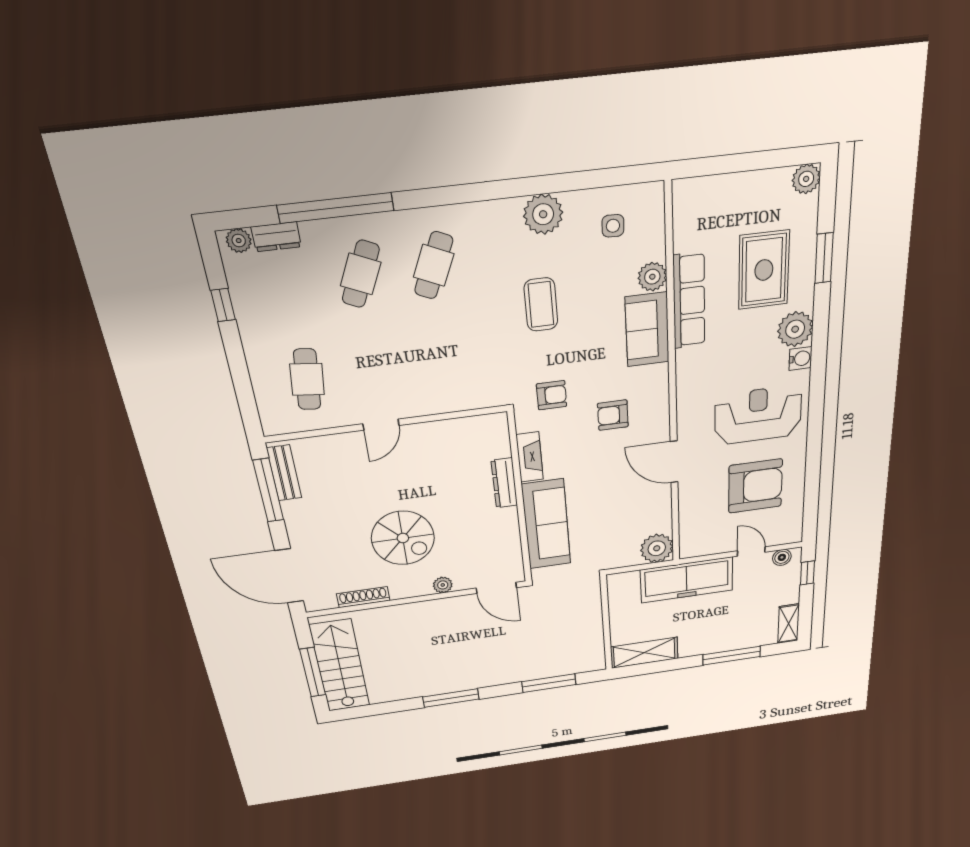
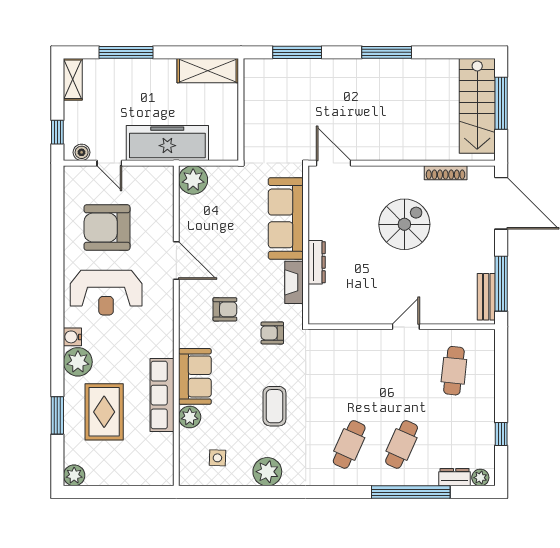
spiral stairs: (403, 538) -> (404, 224), turned 90
plant: (443, 585) -> (378, 174), removed

